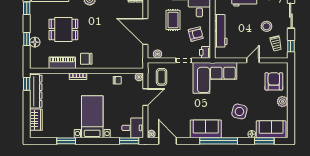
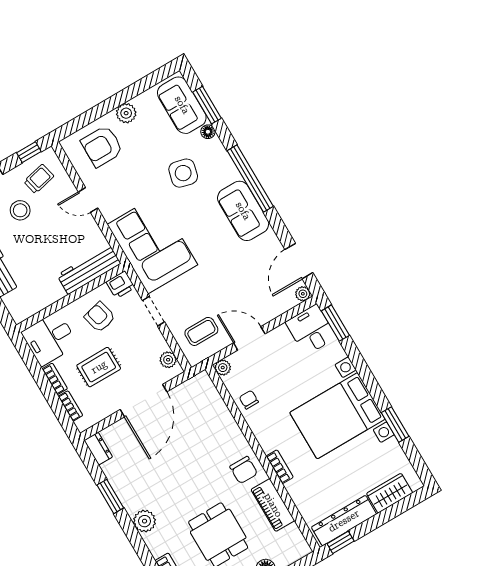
workbench: (221, 31) -> (89, 269), moved
bed with nightstands: (92, 117) -> (337, 416), width x1.36

